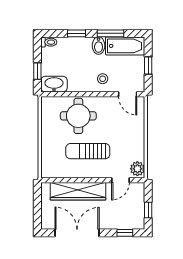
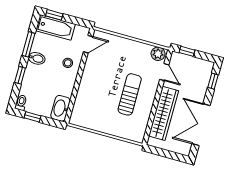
bathtub: (125, 46) -> (55, 27), moved, turned 90
window: (148, 65) -> (54, 15), moved
window: (37, 71) -> (32, 117), moved
round table: (78, 116) -> (95, 94), removed
sun lounger: (88, 151) -> (130, 94), turned 180
window: (148, 210) -> (187, 51), moved

